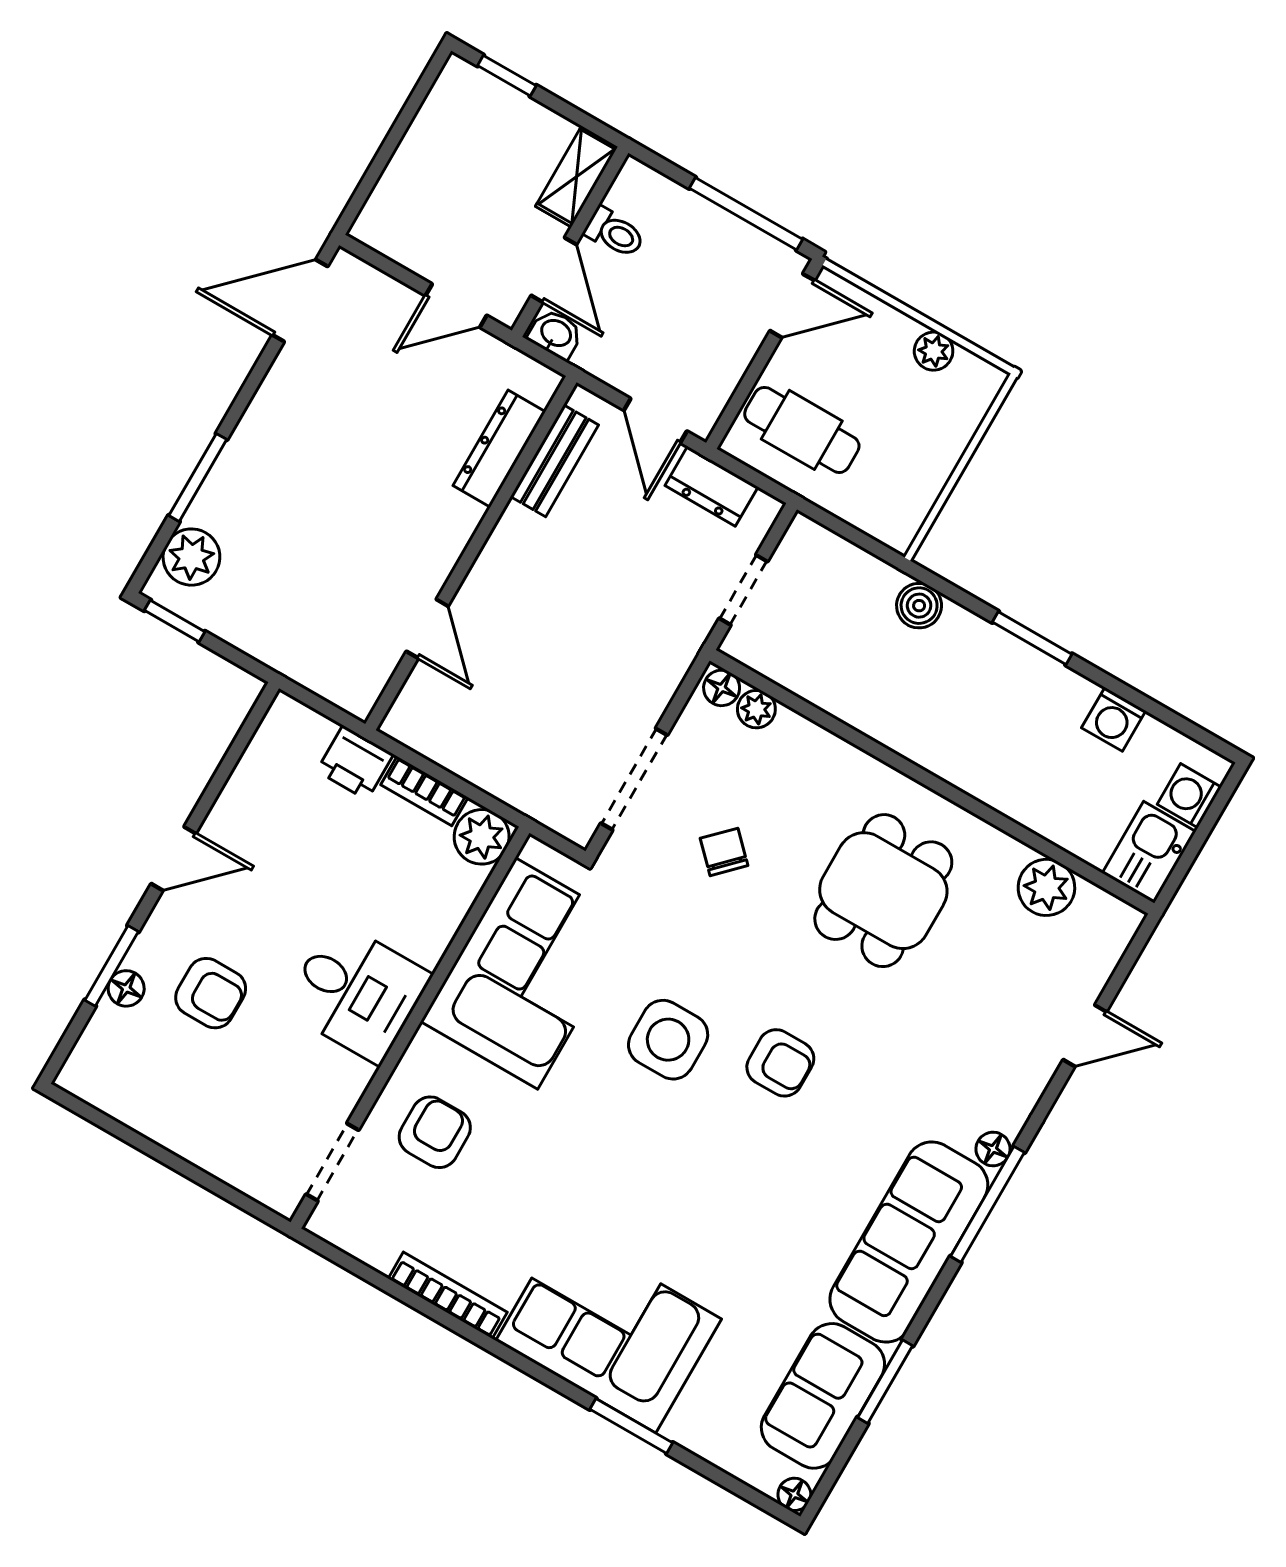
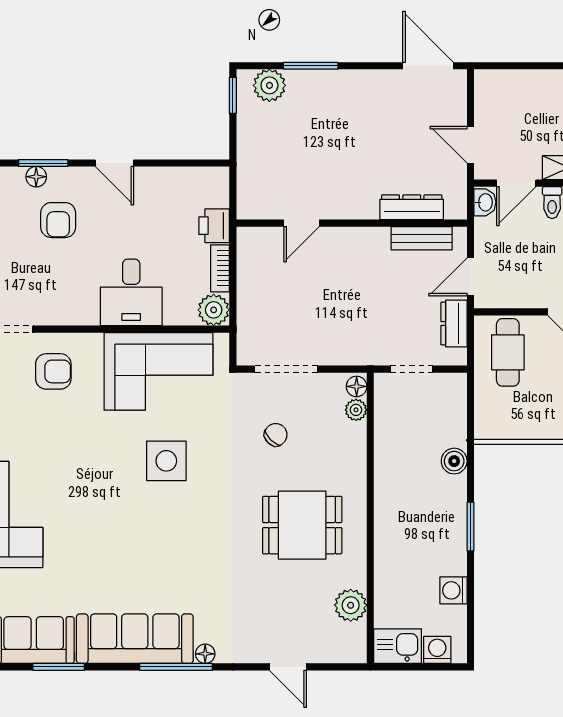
desk: (357, 992) -> (131, 292), moved
armchair: (780, 1063) -> (187, 523), removed

